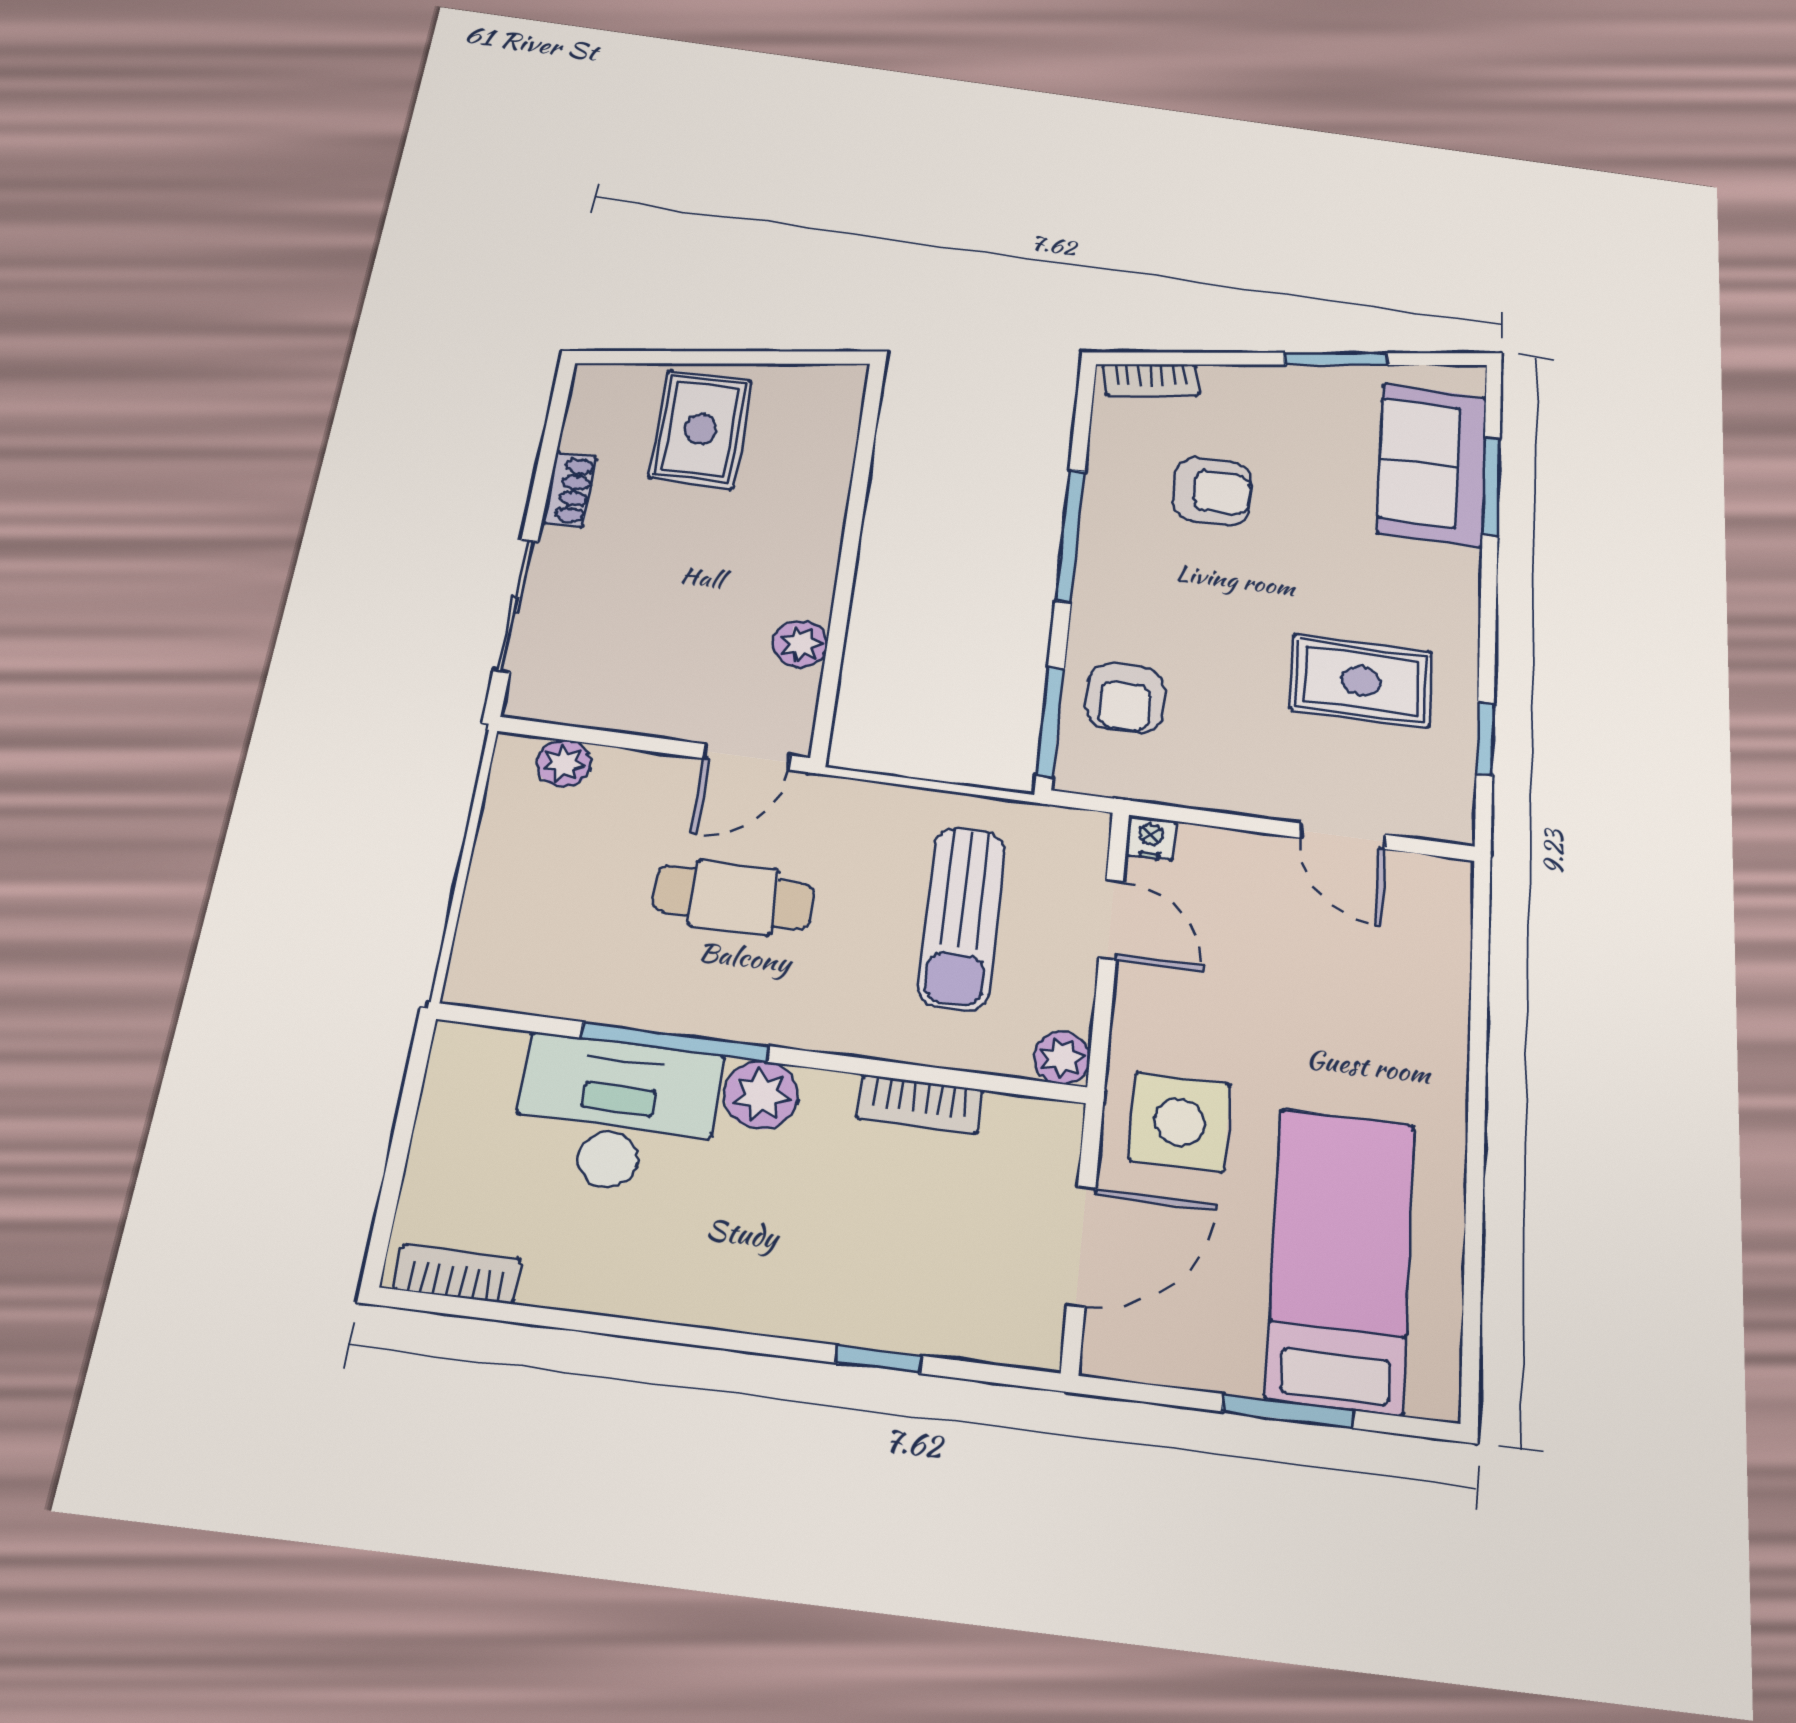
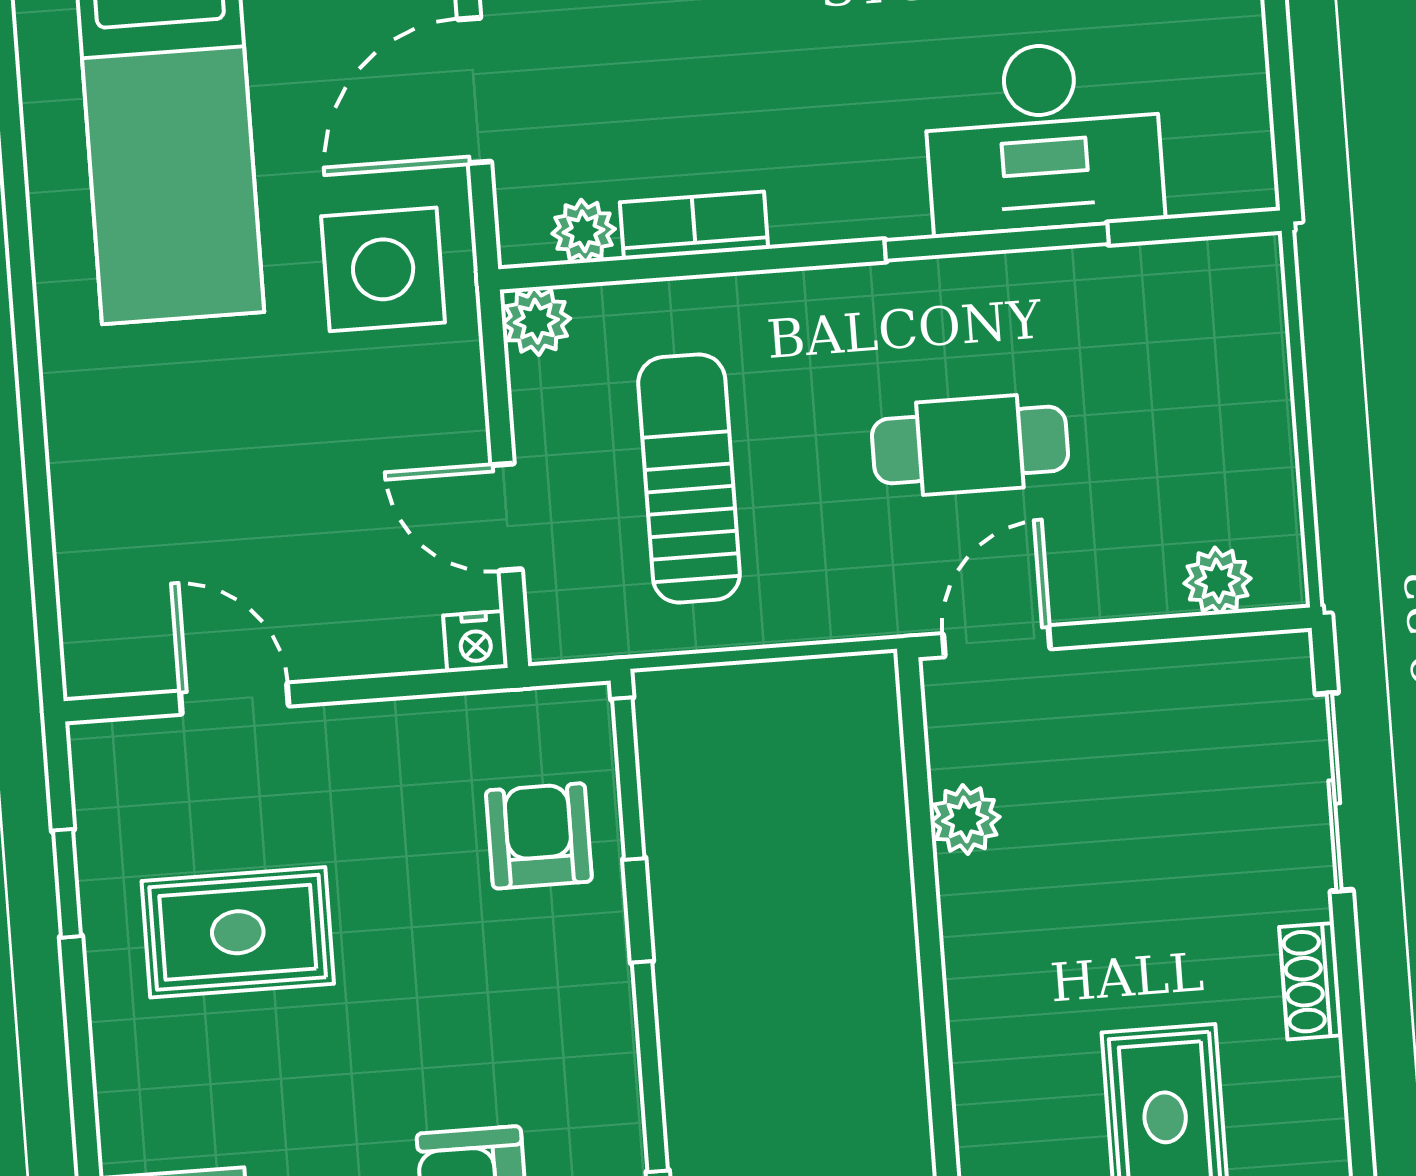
plant: (761, 1095) -> (584, 231), moved, width x0.73, depth x0.73

